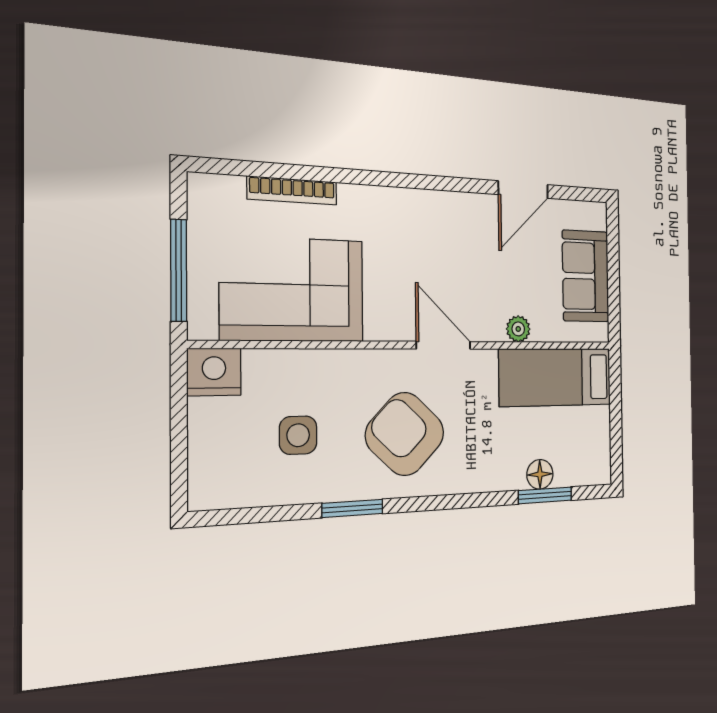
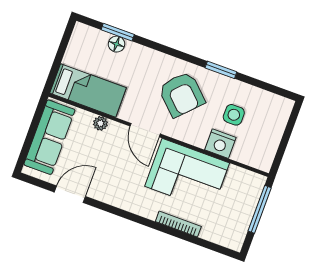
bookcase: (292, 191) -> (178, 224), moved
sofa: (586, 276) -> (49, 137), width x1.36
corner sofa: (293, 290) -> (187, 175), moved
nightstand: (214, 372) -> (220, 144), moved

